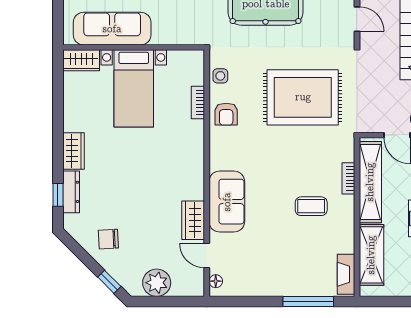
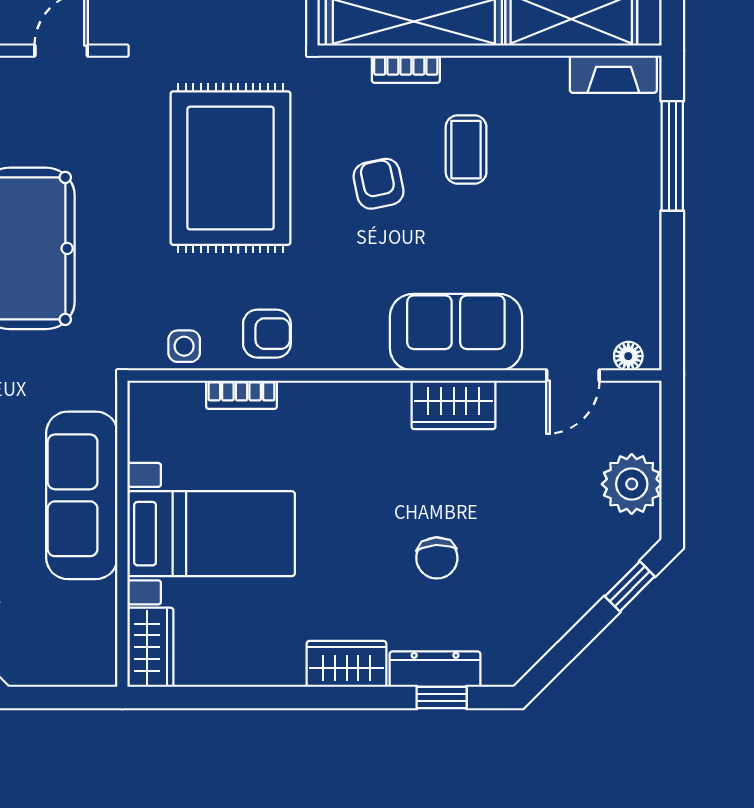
sofa: (112, 29) -> (82, 495), moved
armchair: (295, 166) -> (379, 184), added
wardrobe: (193, 220) -> (454, 405), moved
chair: (108, 239) -> (437, 558), moved

